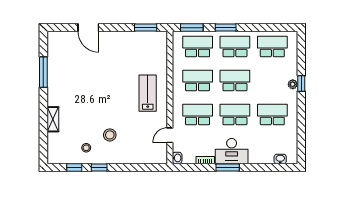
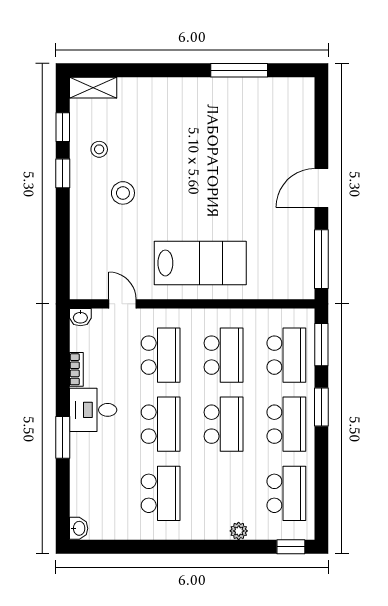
door: (88, 28) -> (321, 188), moved
window: (146, 28) -> (321, 259), width x1.44
plant: (293, 84) -> (239, 531), moved
window: (301, 84) -> (291, 547), moved
lab bench: (148, 93) -> (200, 263), width x1.36, depth x1.39
shelving: (53, 119) -> (93, 88), moved
desk: (232, 151) -> (93, 410), width x0.73
washbasin: (280, 159) -> (79, 528), moved
window: (228, 168) -> (63, 437), moved

